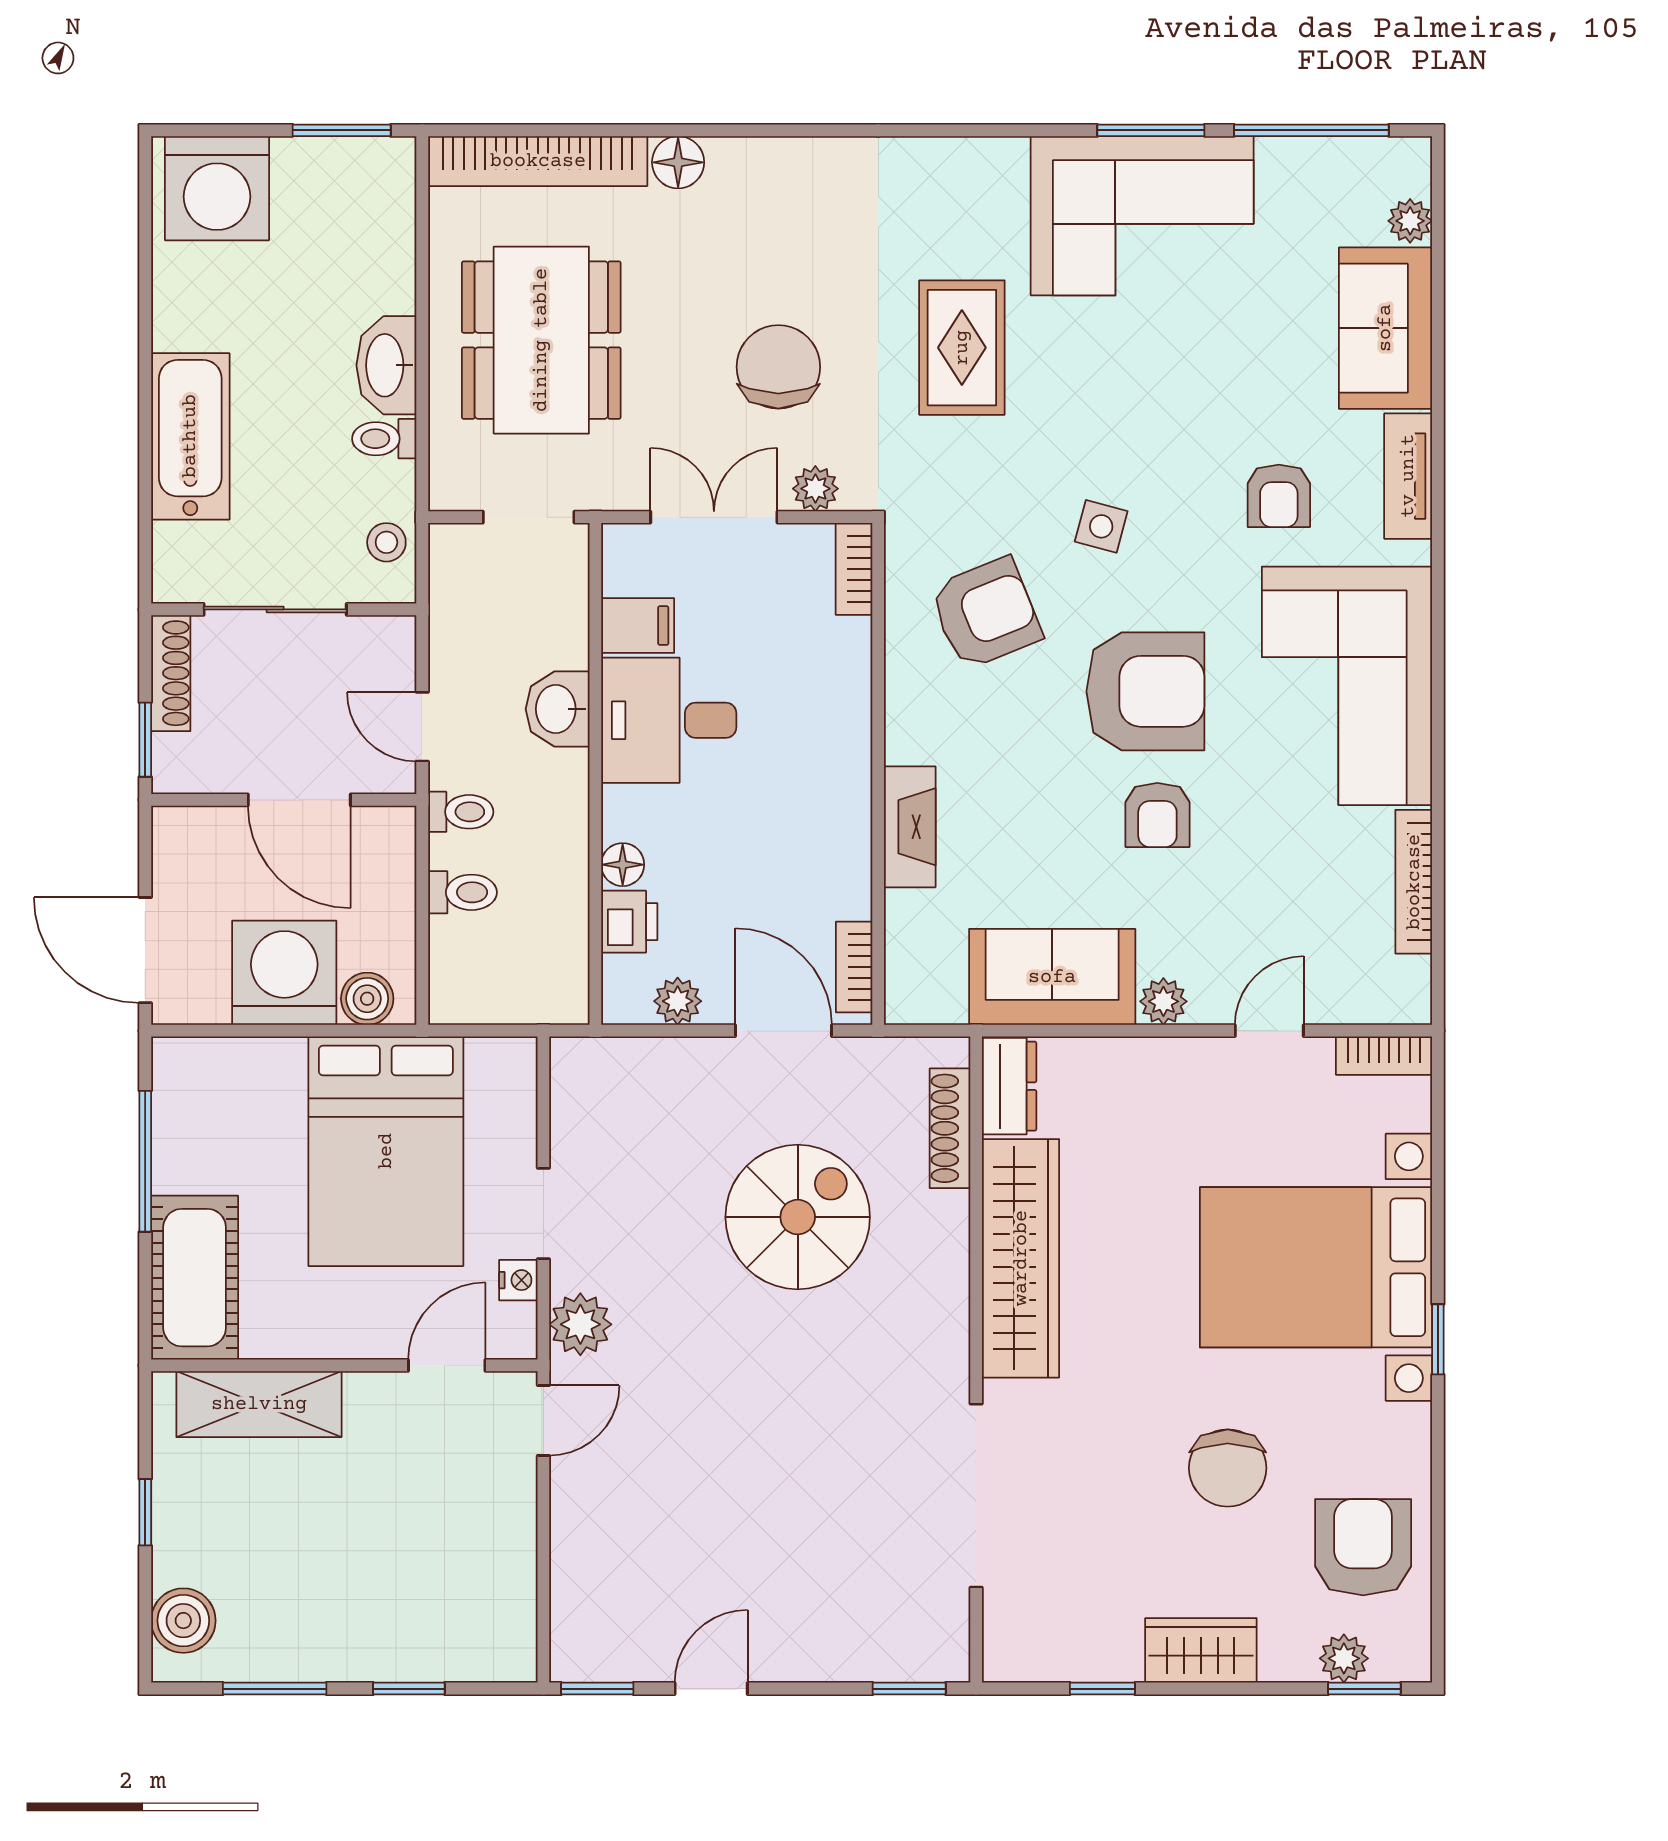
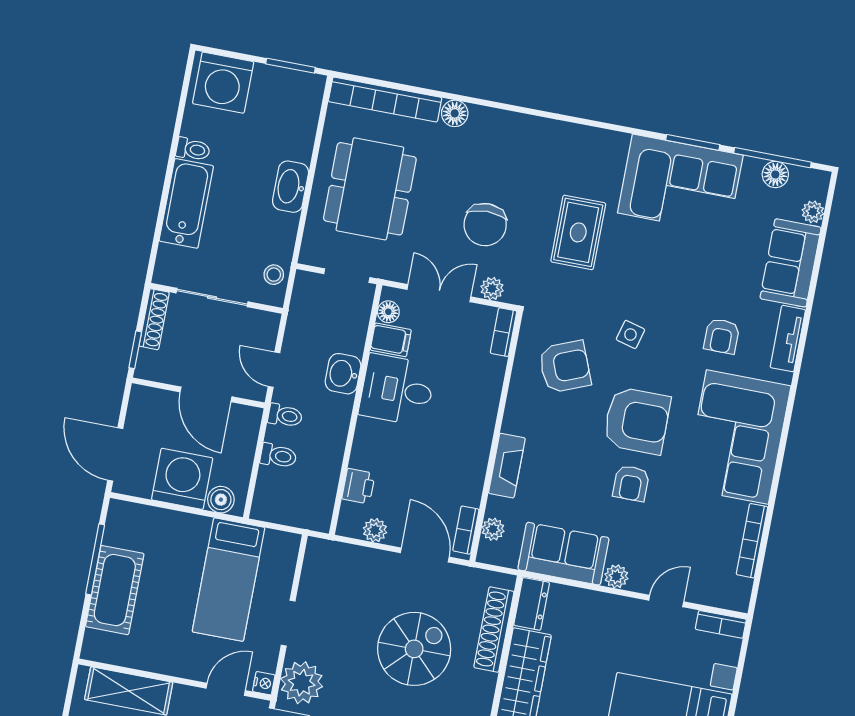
floor lamp: (1323, 162) -> (775, 175), added
chair: (778, 367) -> (485, 225), turned 180
toilet: (384, 439) -> (193, 149), moved, turned 180
floor lamp: (623, 865) -> (388, 312), moved
plant: (906, 955) -> (493, 529), added
shoe rack: (950, 1128) -> (494, 630), width x1.36, depth x1.24
bed: (386, 1151) -> (229, 580), width x0.67
cot: (195, 1278) -> (115, 590), moved
nightstand: (518, 1280) -> (264, 683), moved
plant: (580, 1324) -> (302, 683), width x1.36, depth x1.36

